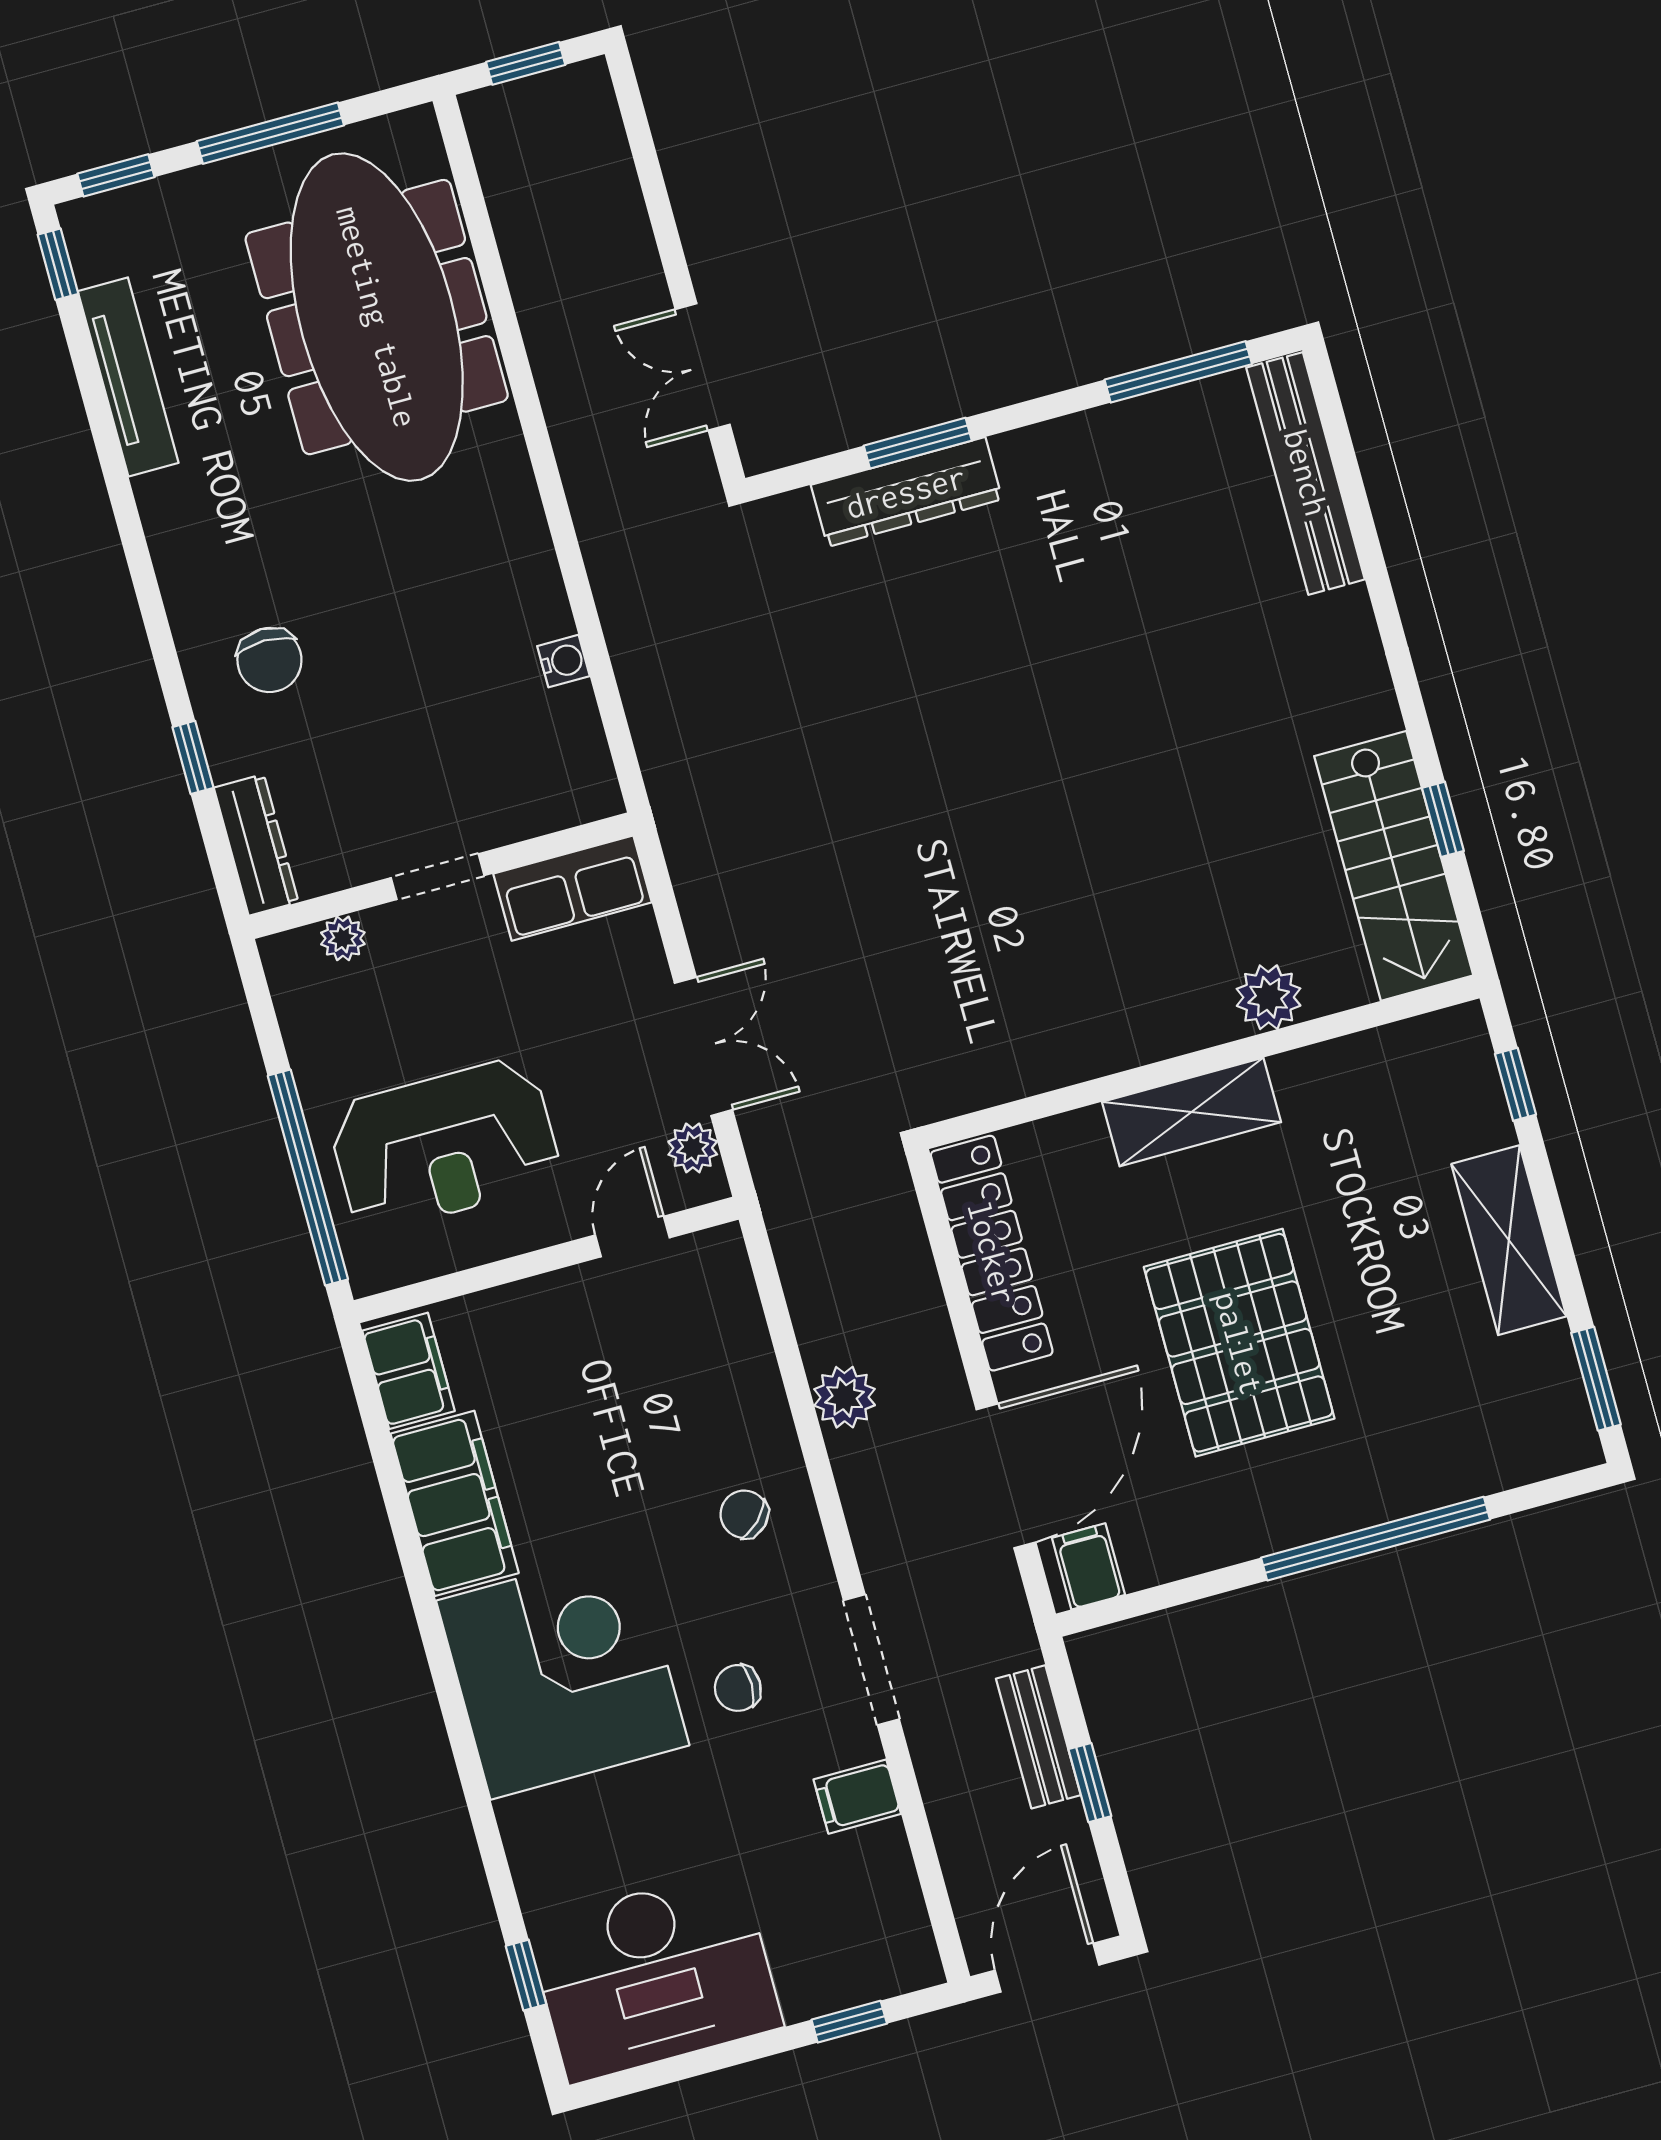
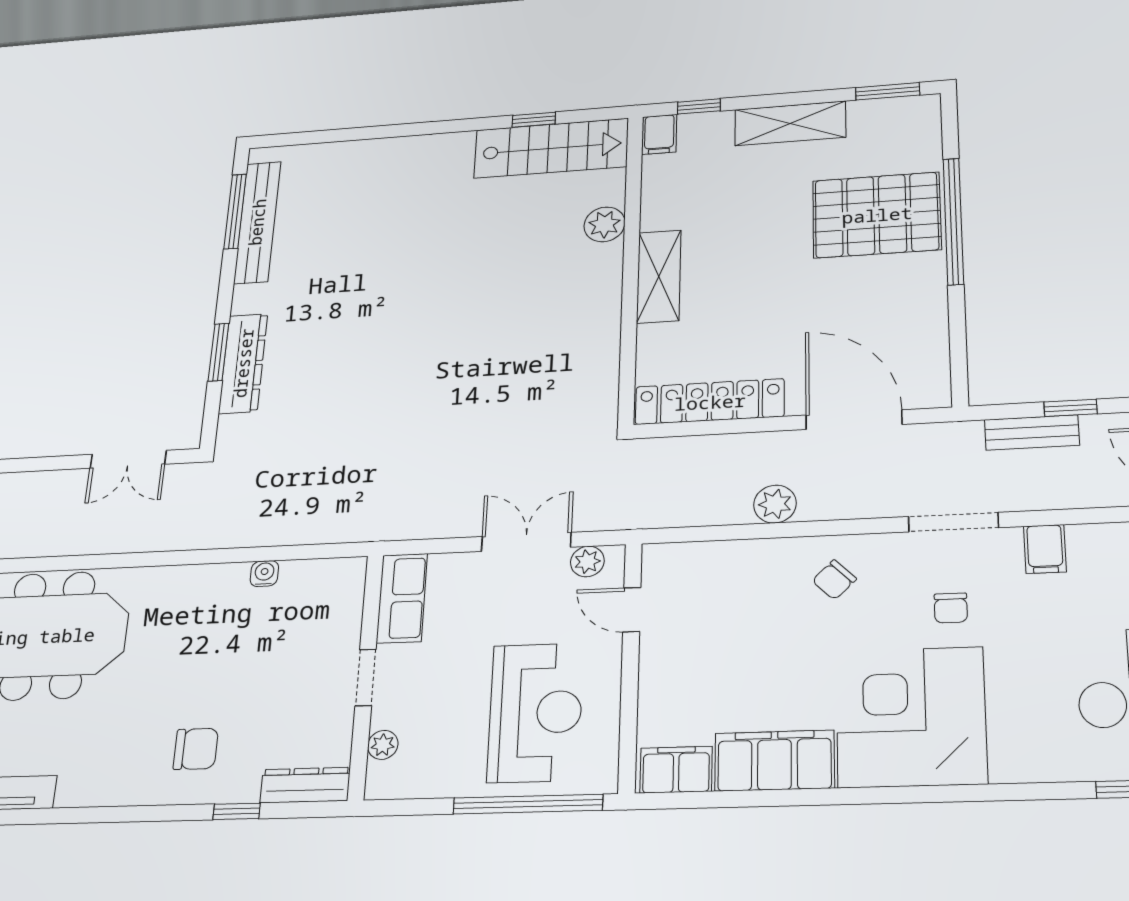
bench: (1306, 473) -> (257, 222), moved, turned 90
pallet: (1239, 1343) -> (877, 215), moved
filing cabinet: (1088, 1566) -> (659, 134), moved, turned -90

